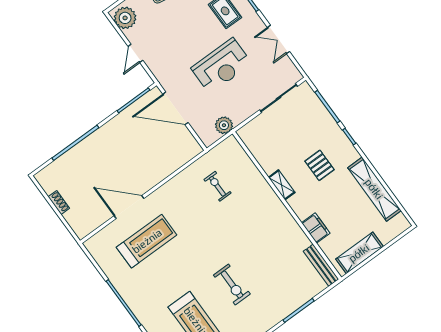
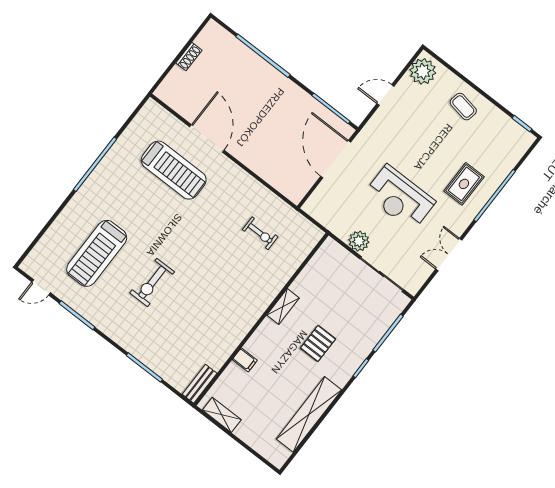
plant: (224, 125) -> (359, 241), moved
exercise bike: (217, 186) -> (260, 233), turned 90
filing cabinet: (316, 228) -> (245, 360), width x0.50
shelving: (359, 253) -> (222, 415), width x0.67, depth x0.75
bench: (321, 265) -> (200, 384), width x0.73

